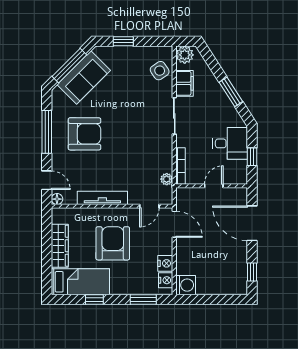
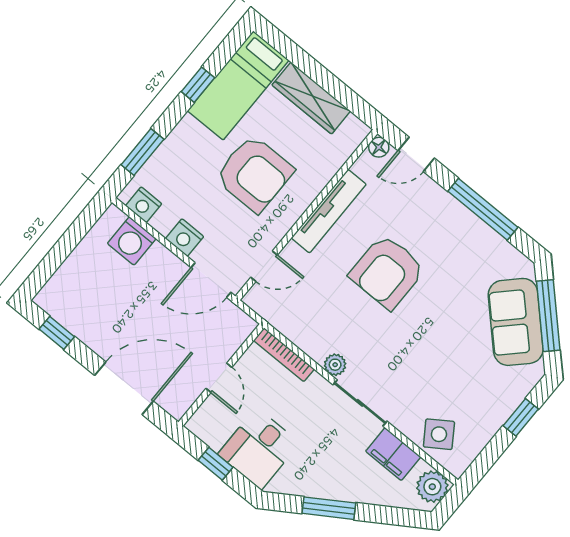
armchair: (84, 134) -> (387, 272), moved
plant: (167, 179) -> (335, 365), moved
door: (149, 206) -> (264, 266), swing flipped
nightstand: (165, 263) -> (185, 238), moved
washing machine: (186, 285) -> (132, 241), moved

